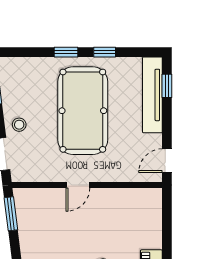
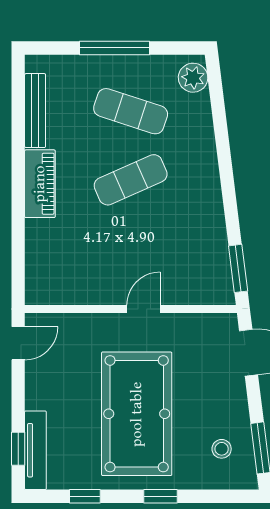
window: (105, 52) -> (85, 496), moved
tv unit: (152, 95) -> (35, 450), width x0.73, depth x0.78
stool: (19, 125) -> (222, 449), moved

